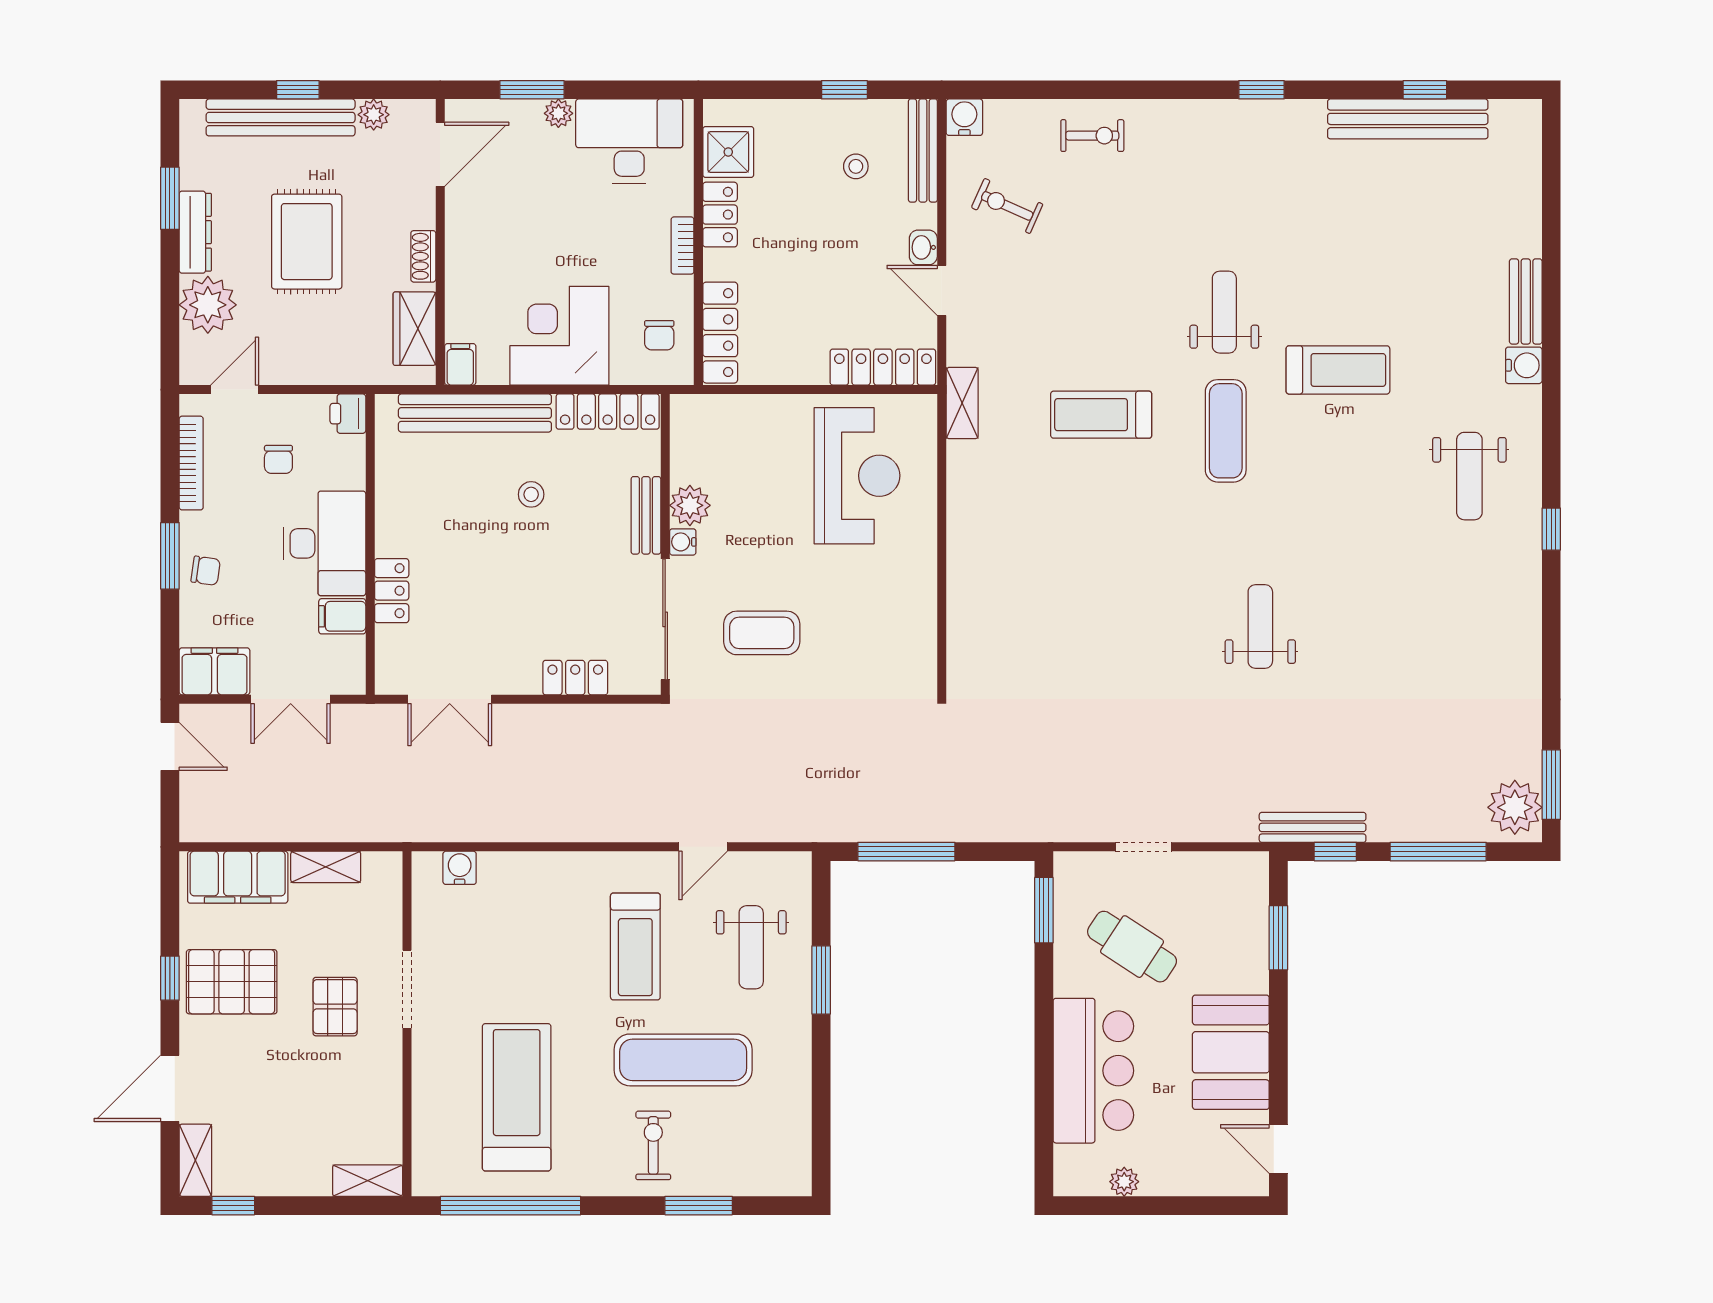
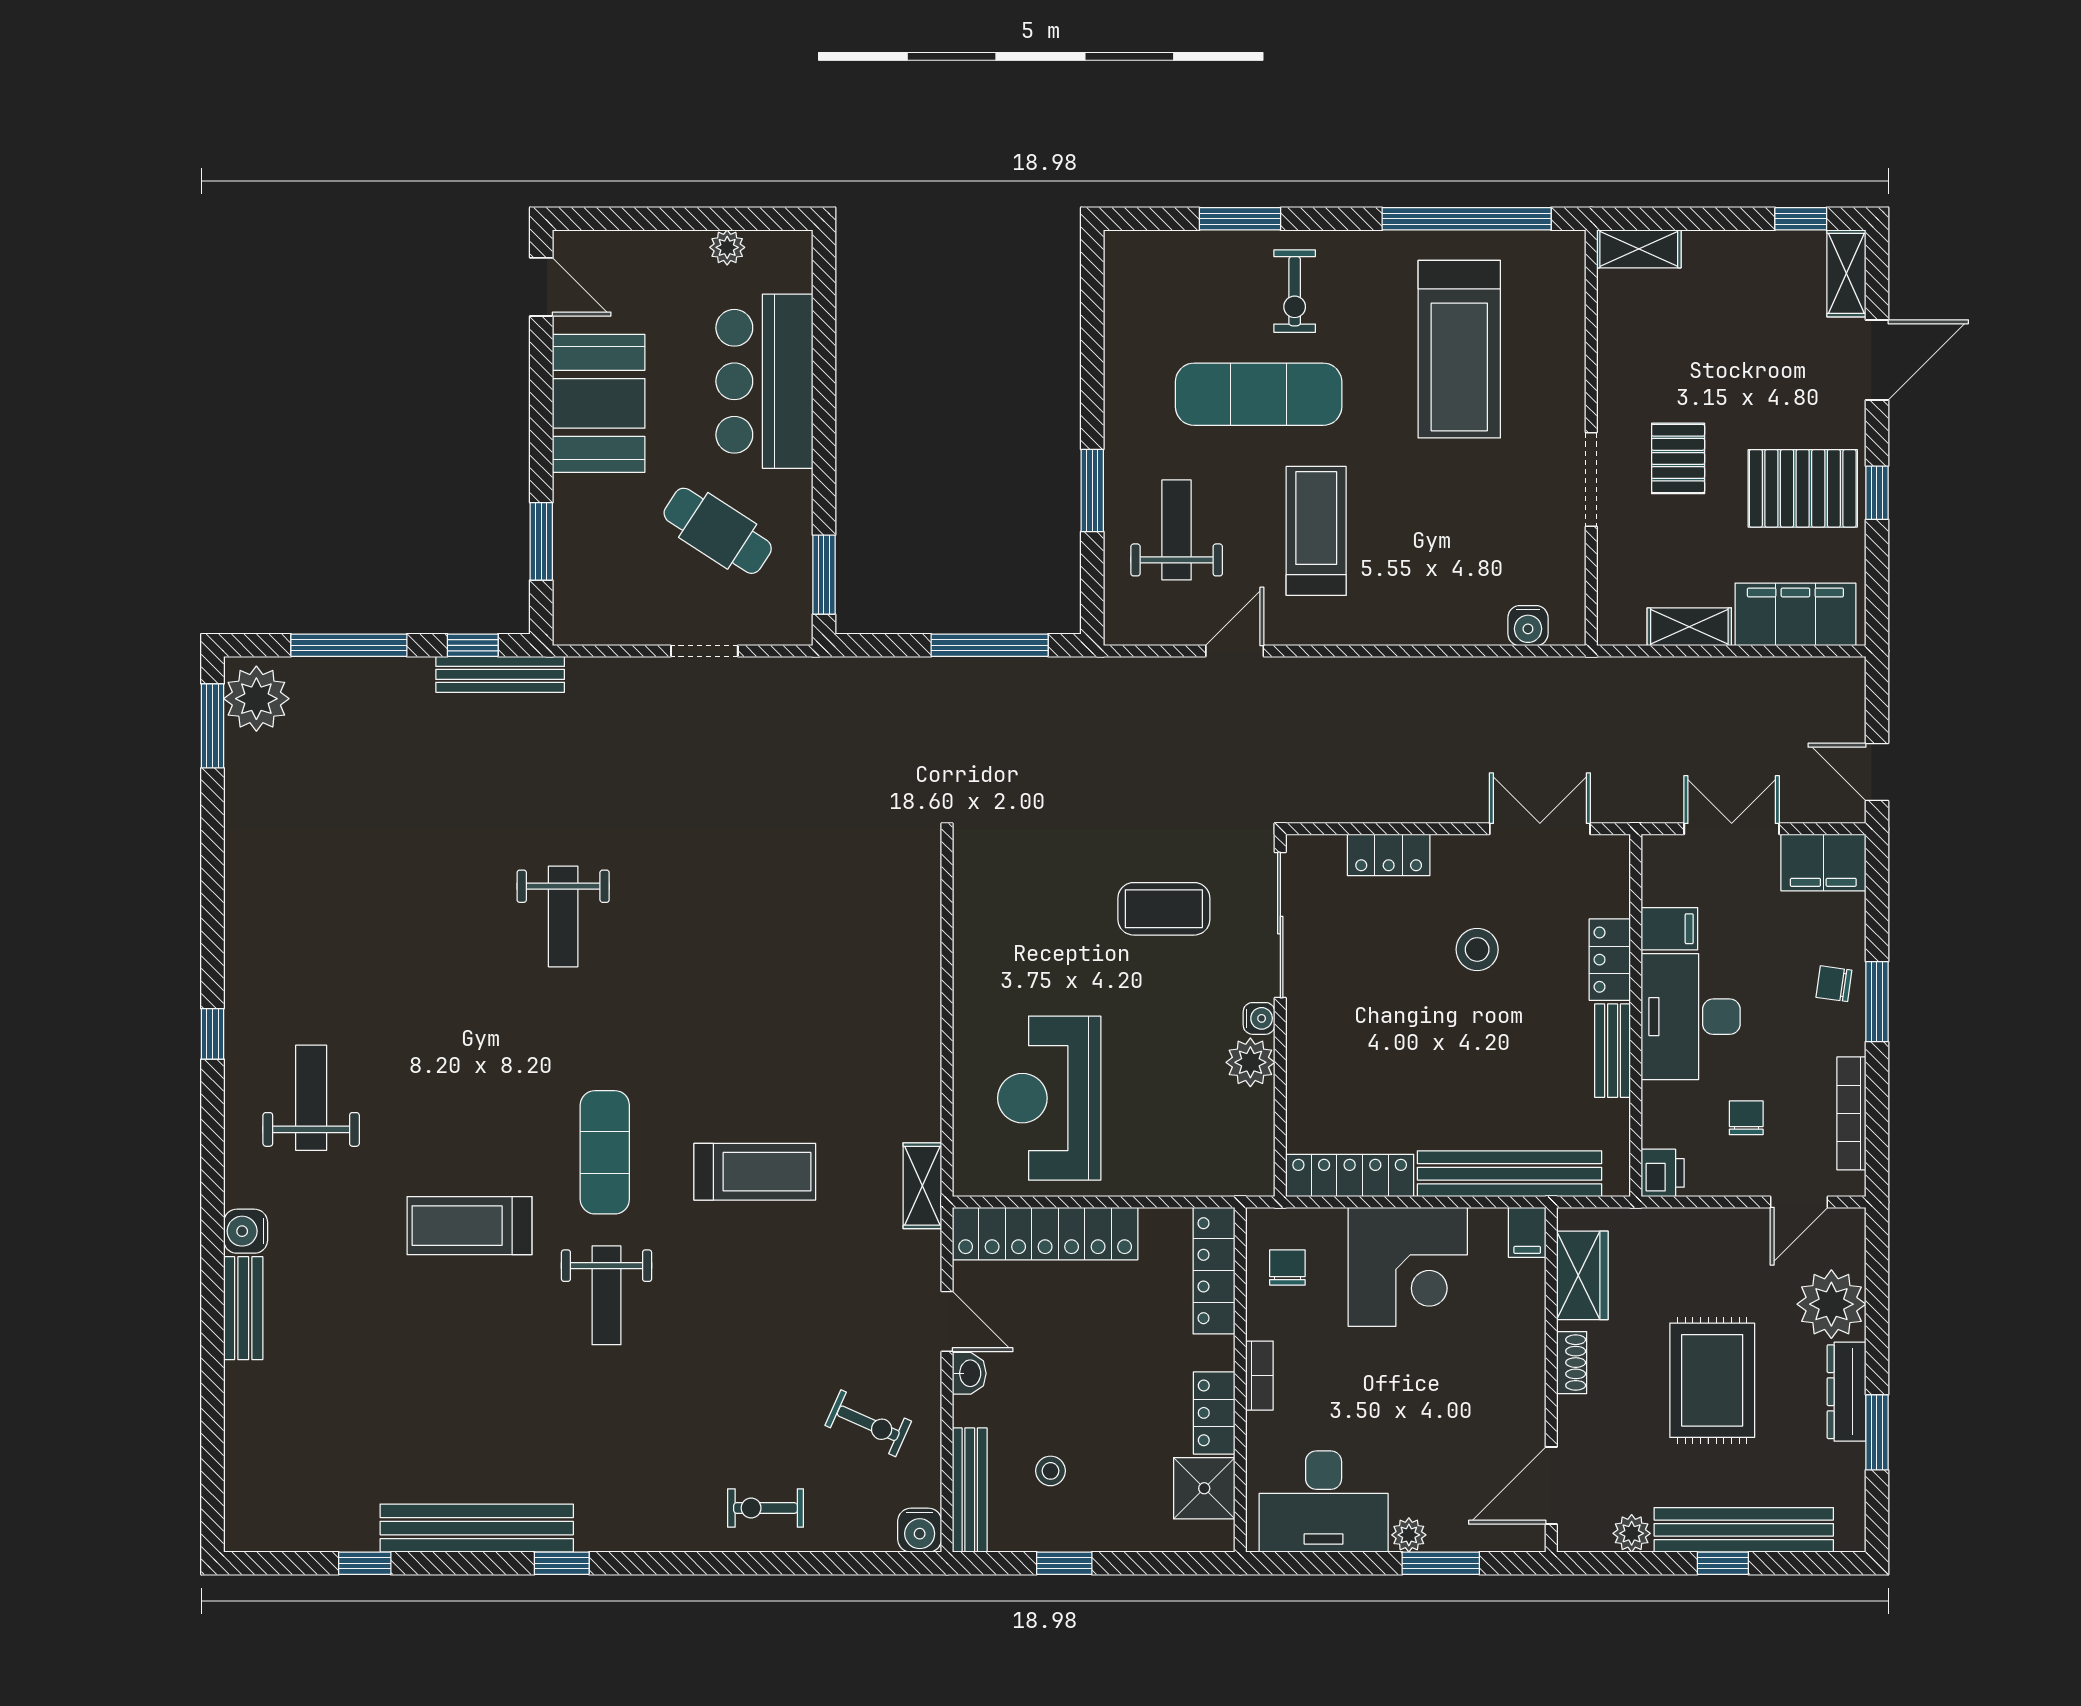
bench: (1408, 119) -> (477, 1528), moved
locker: (883, 367) -> (1045, 1234), width x1.41, depth x1.21
stool: (531, 494) -> (1477, 949), moved, width x1.37, depth x1.37
bench: (646, 515) -> (1613, 1051), moved

